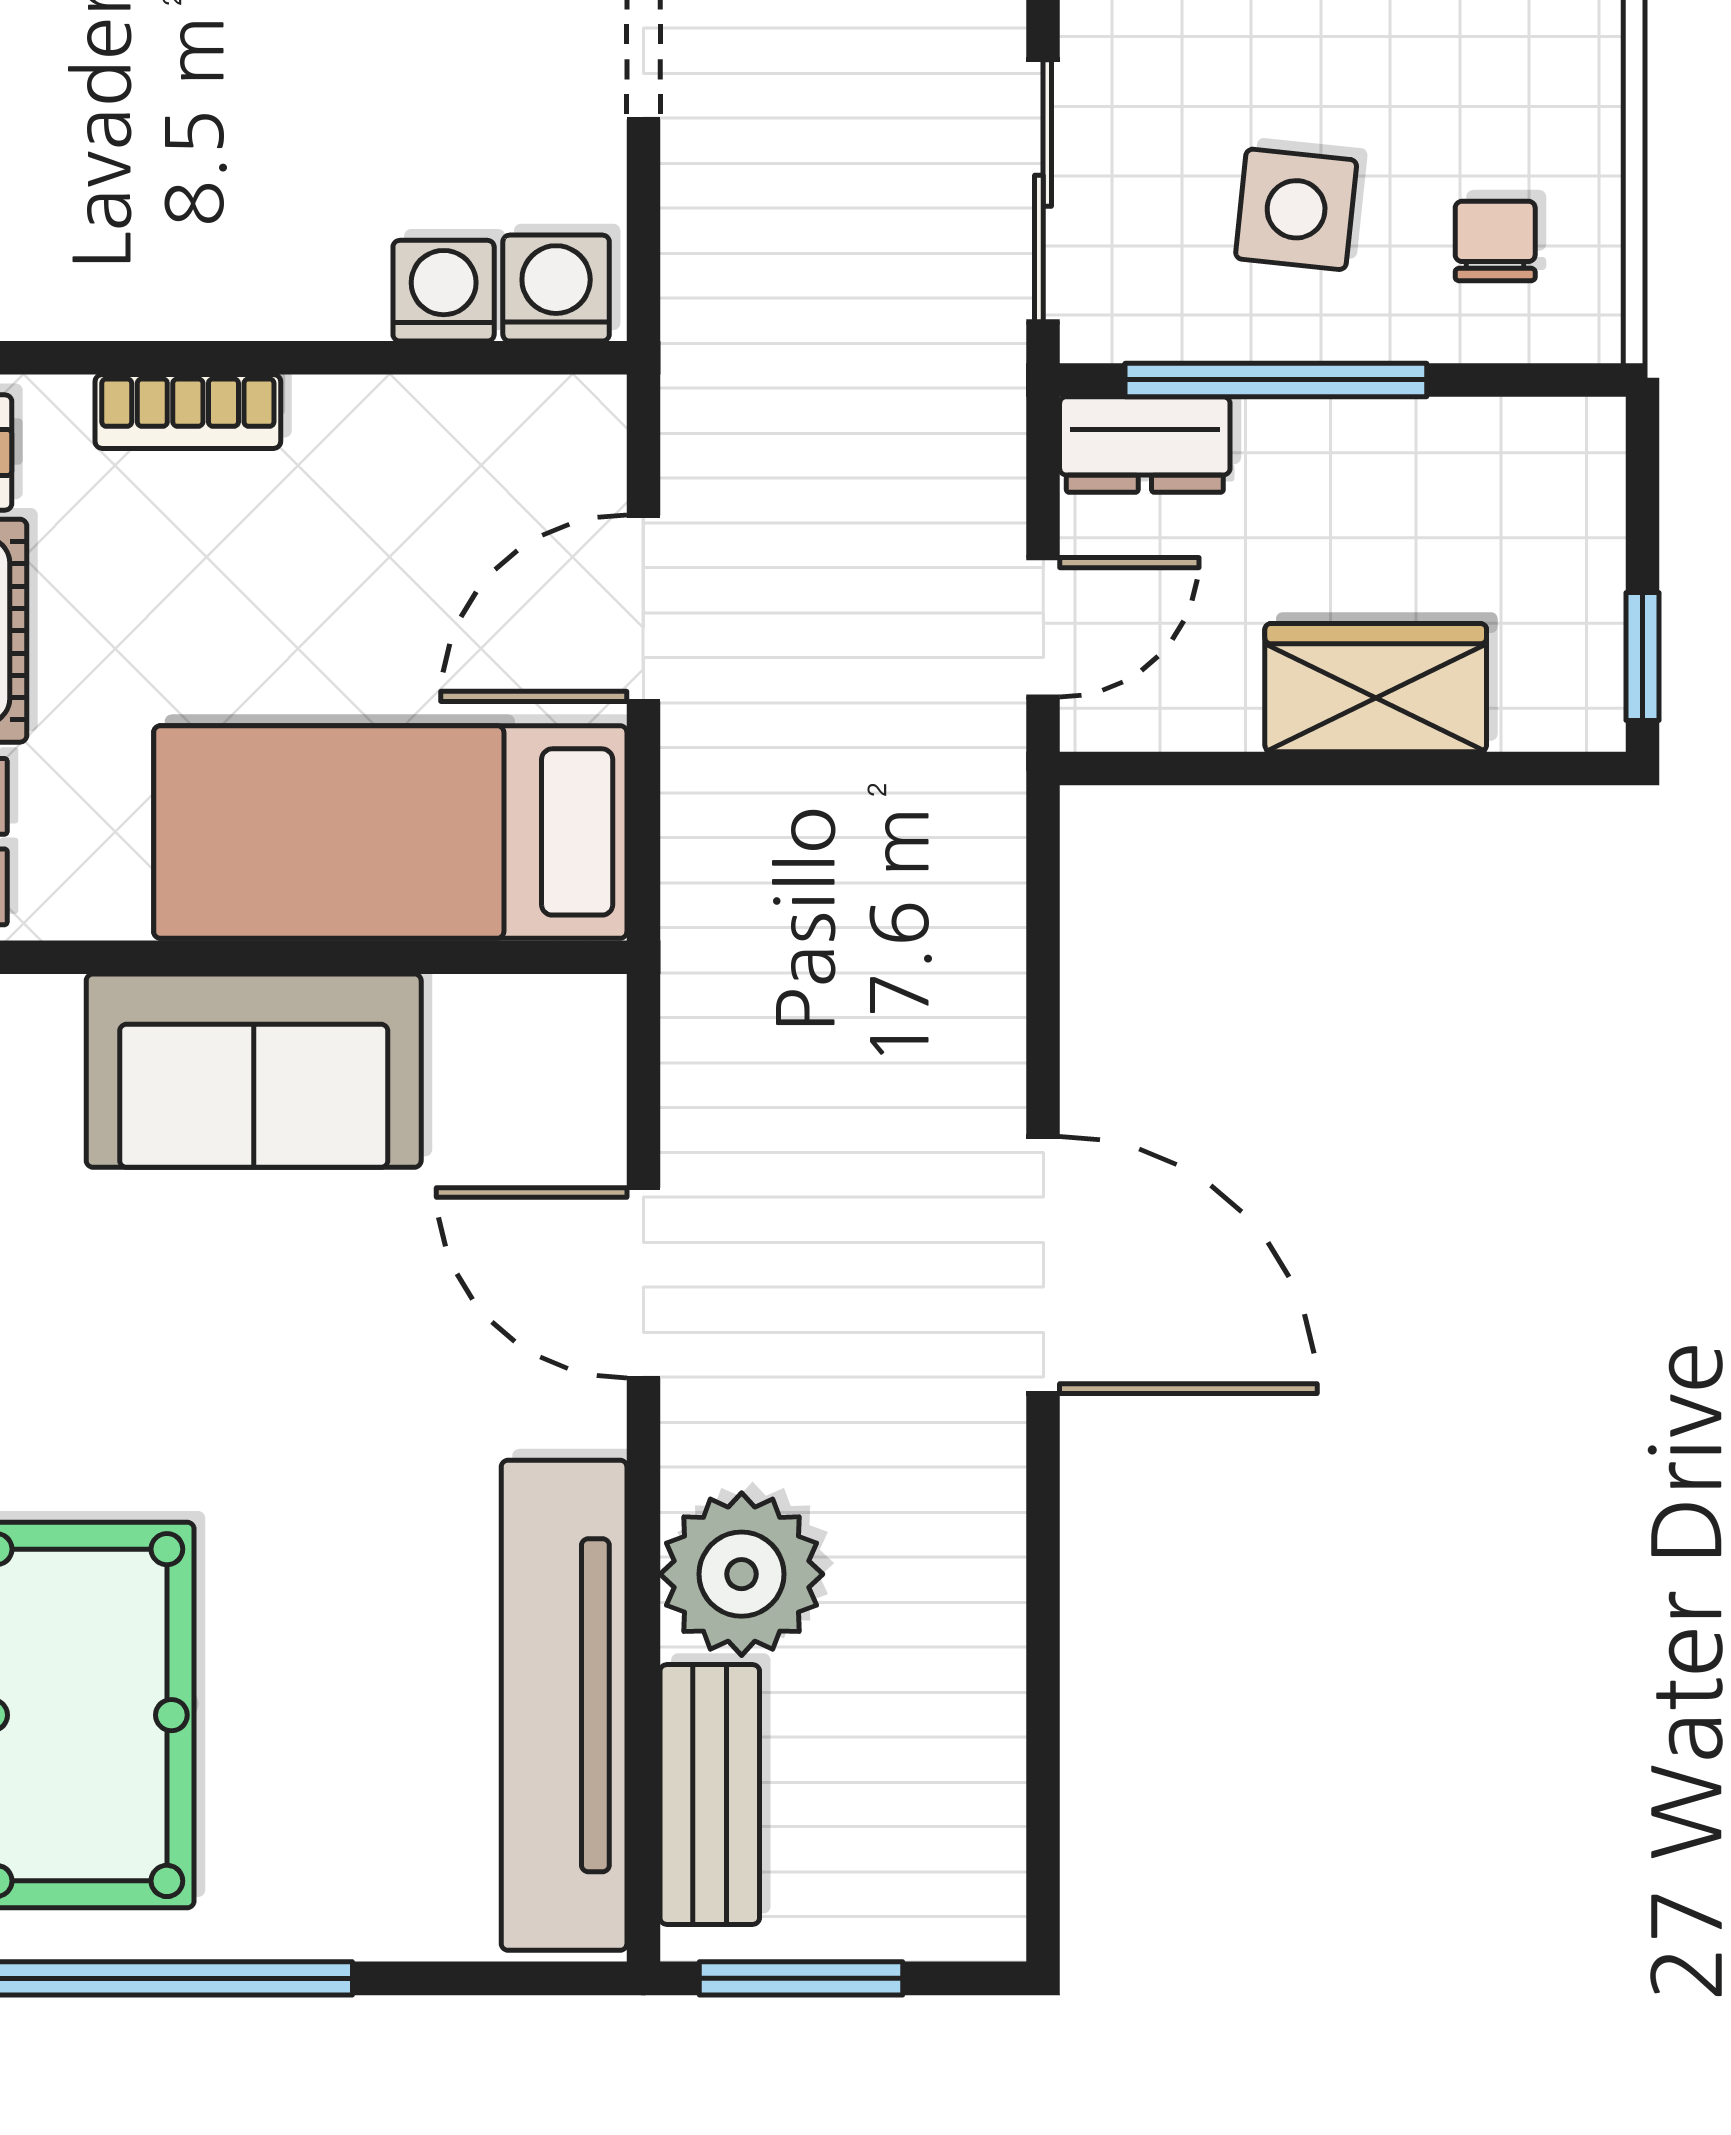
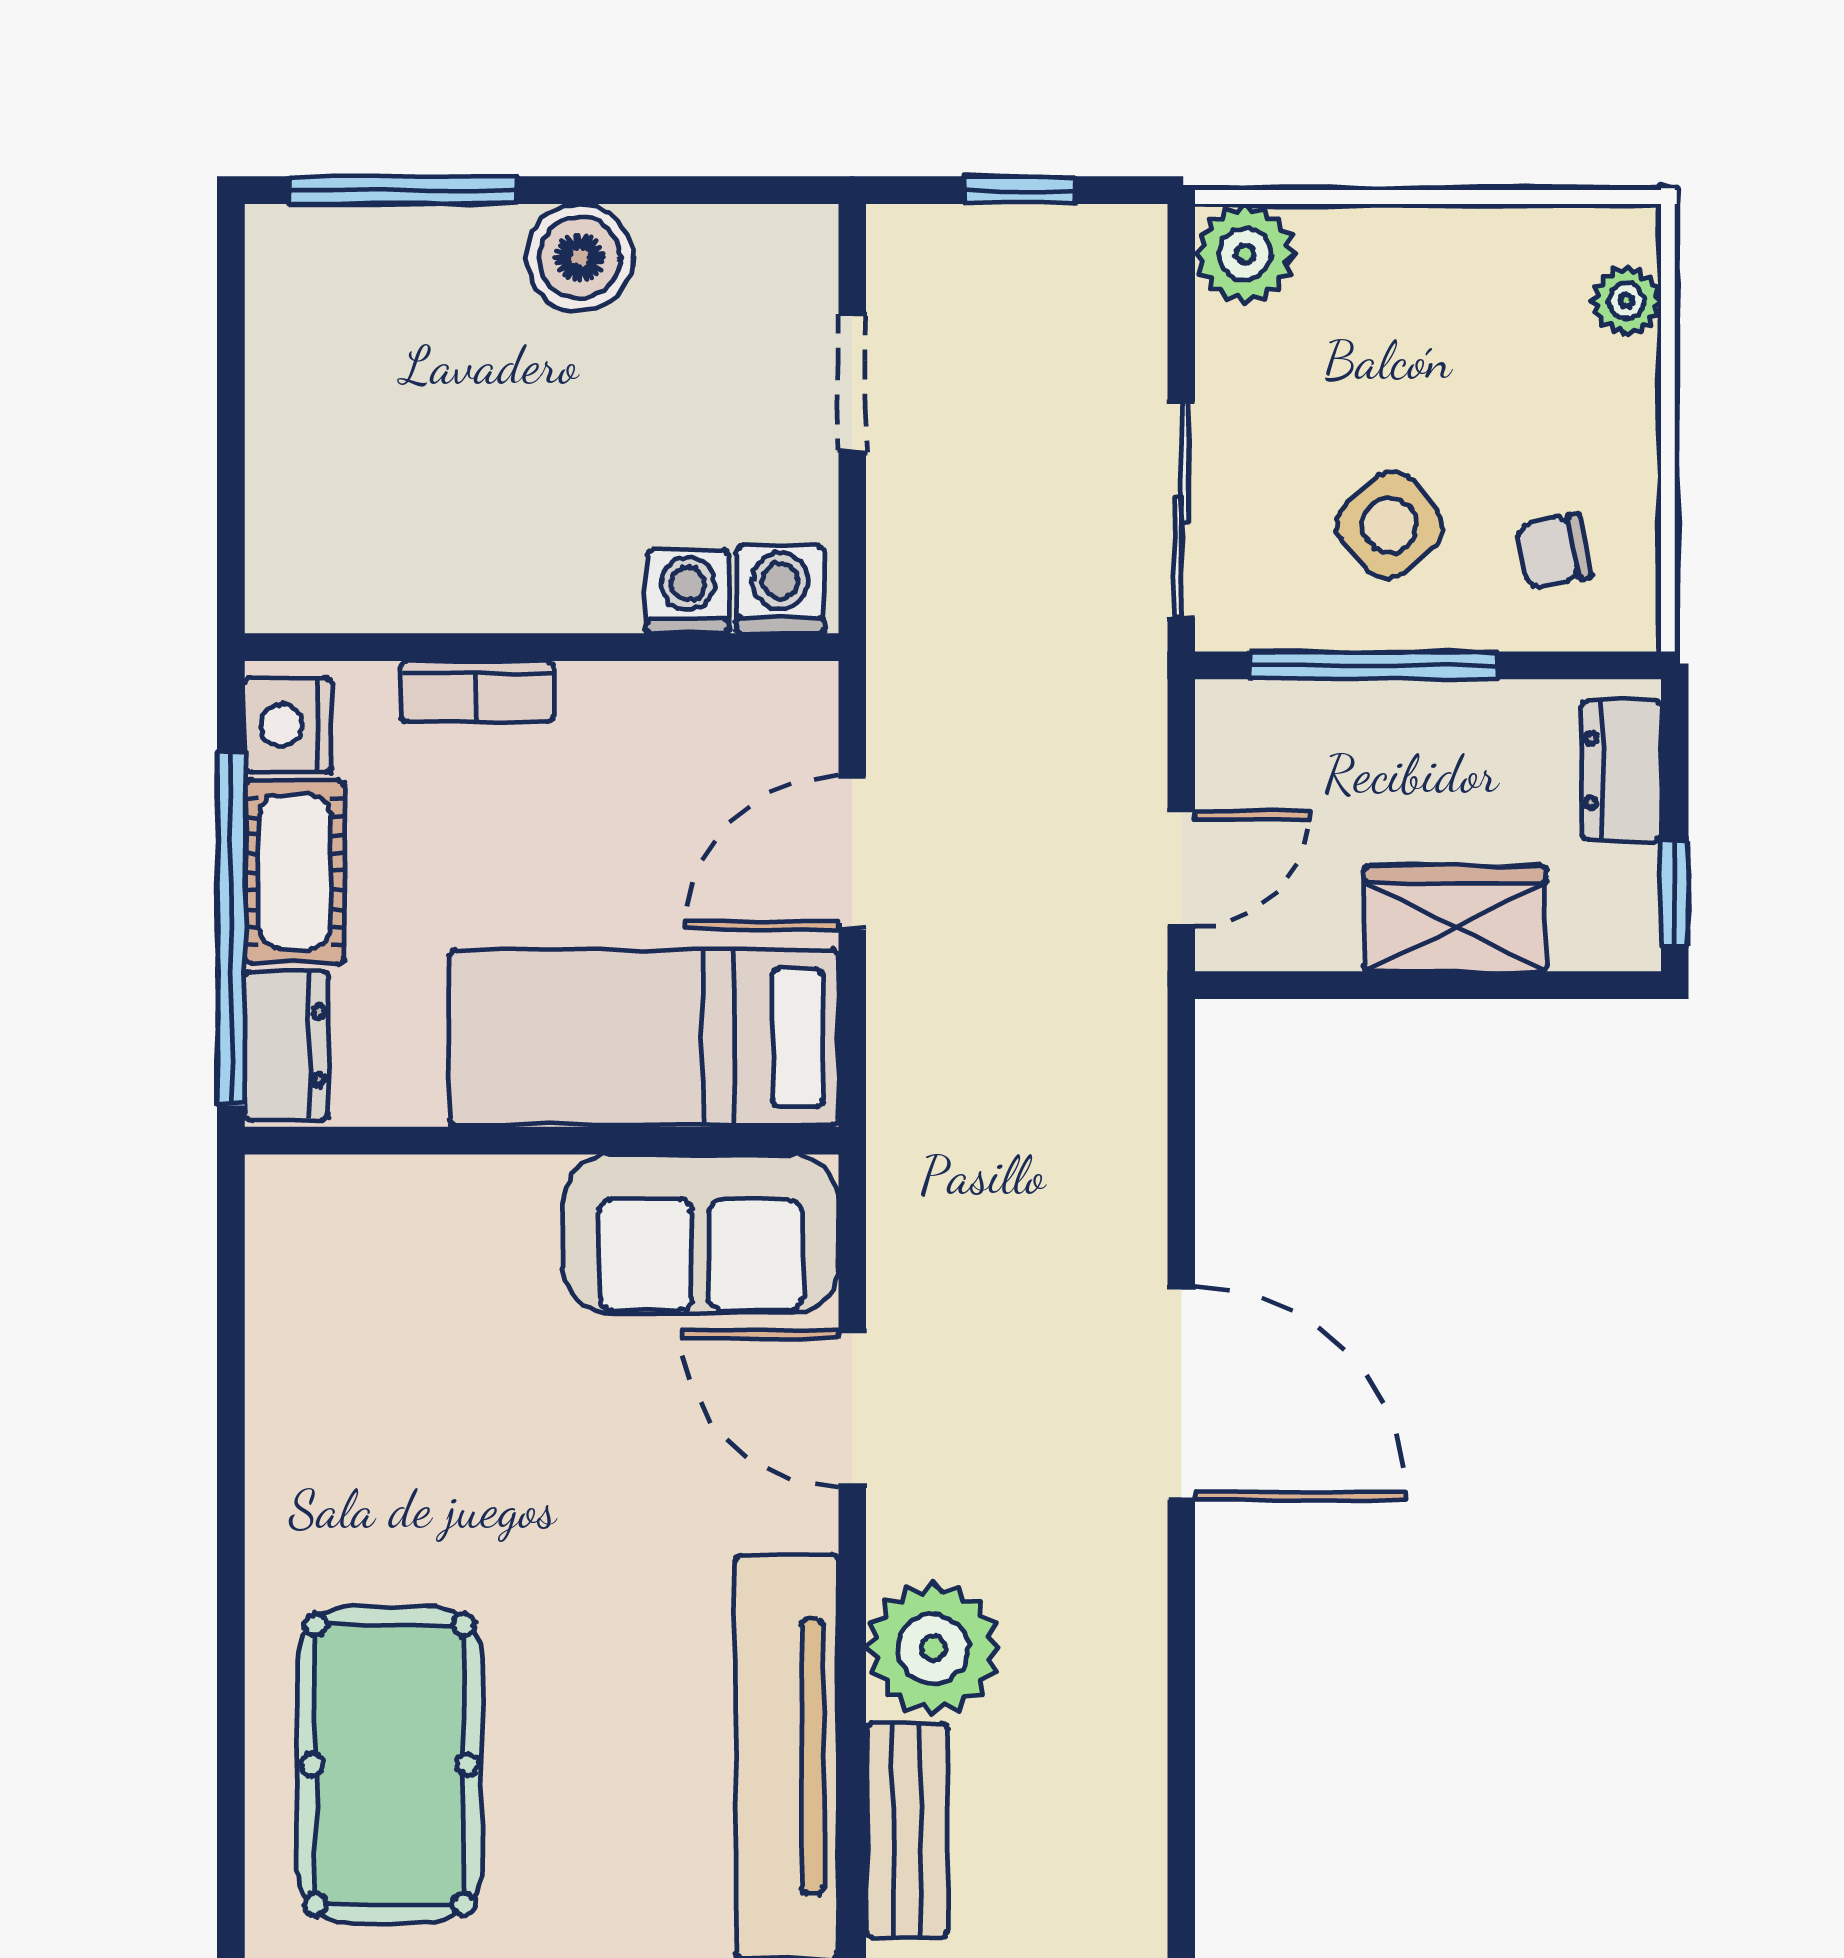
side table: (1296, 209) -> (1390, 525), turned 45
chair: (1495, 241) -> (1554, 551), turned -101
dresser: (1145, 445) -> (1622, 770), moved, turned 90
sofa: (254, 1071) -> (701, 1234), moved

